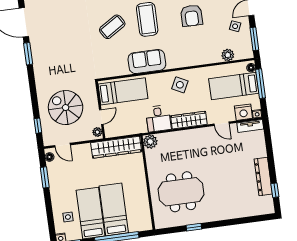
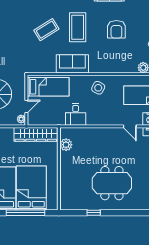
wardrobe: (189, 120) -> (102, 119), removed
plant: (150, 142) -> (66, 145), moved
meeting table: (181, 192) -> (112, 183), moved
bed: (114, 209) -> (31, 188), width x1.50

